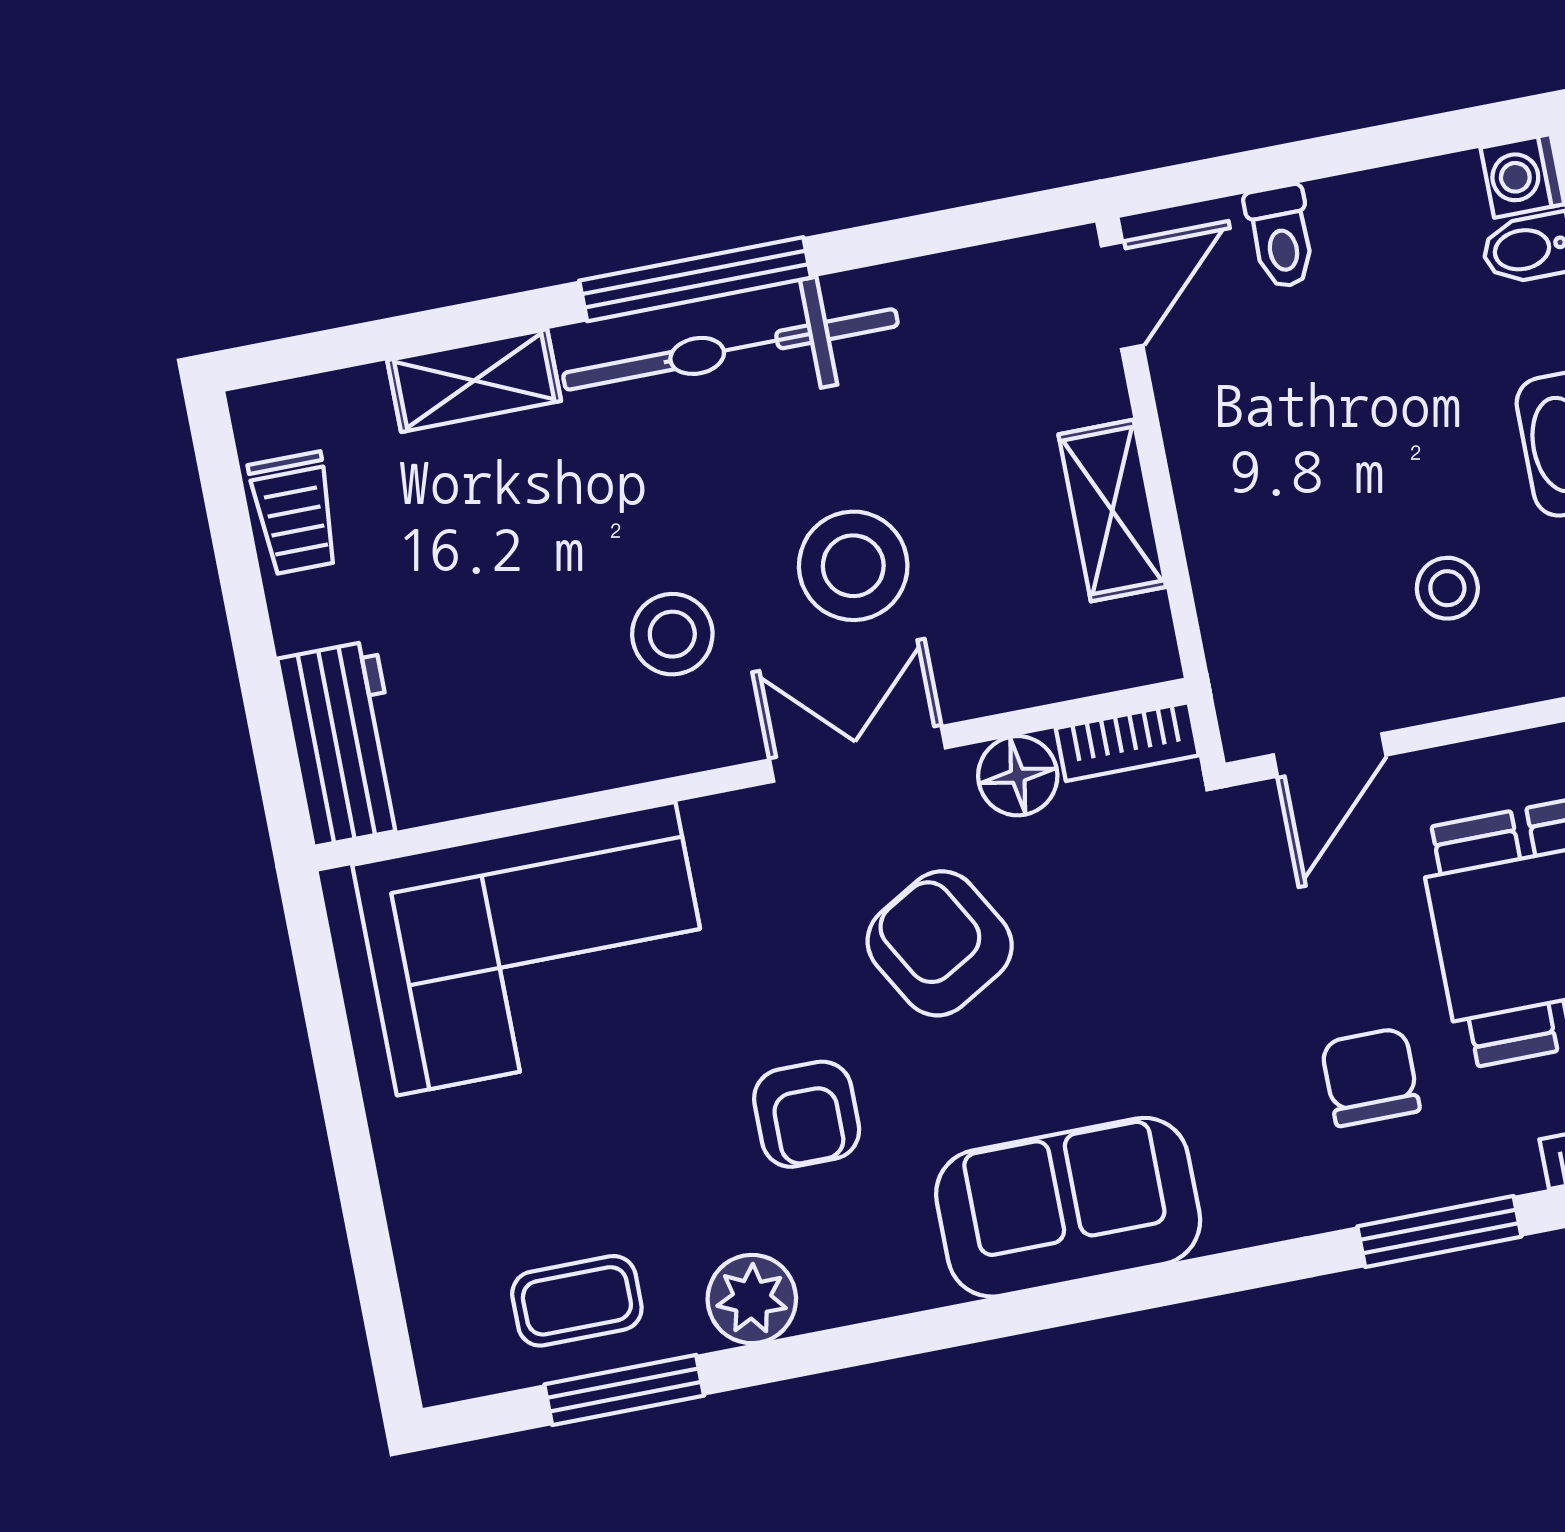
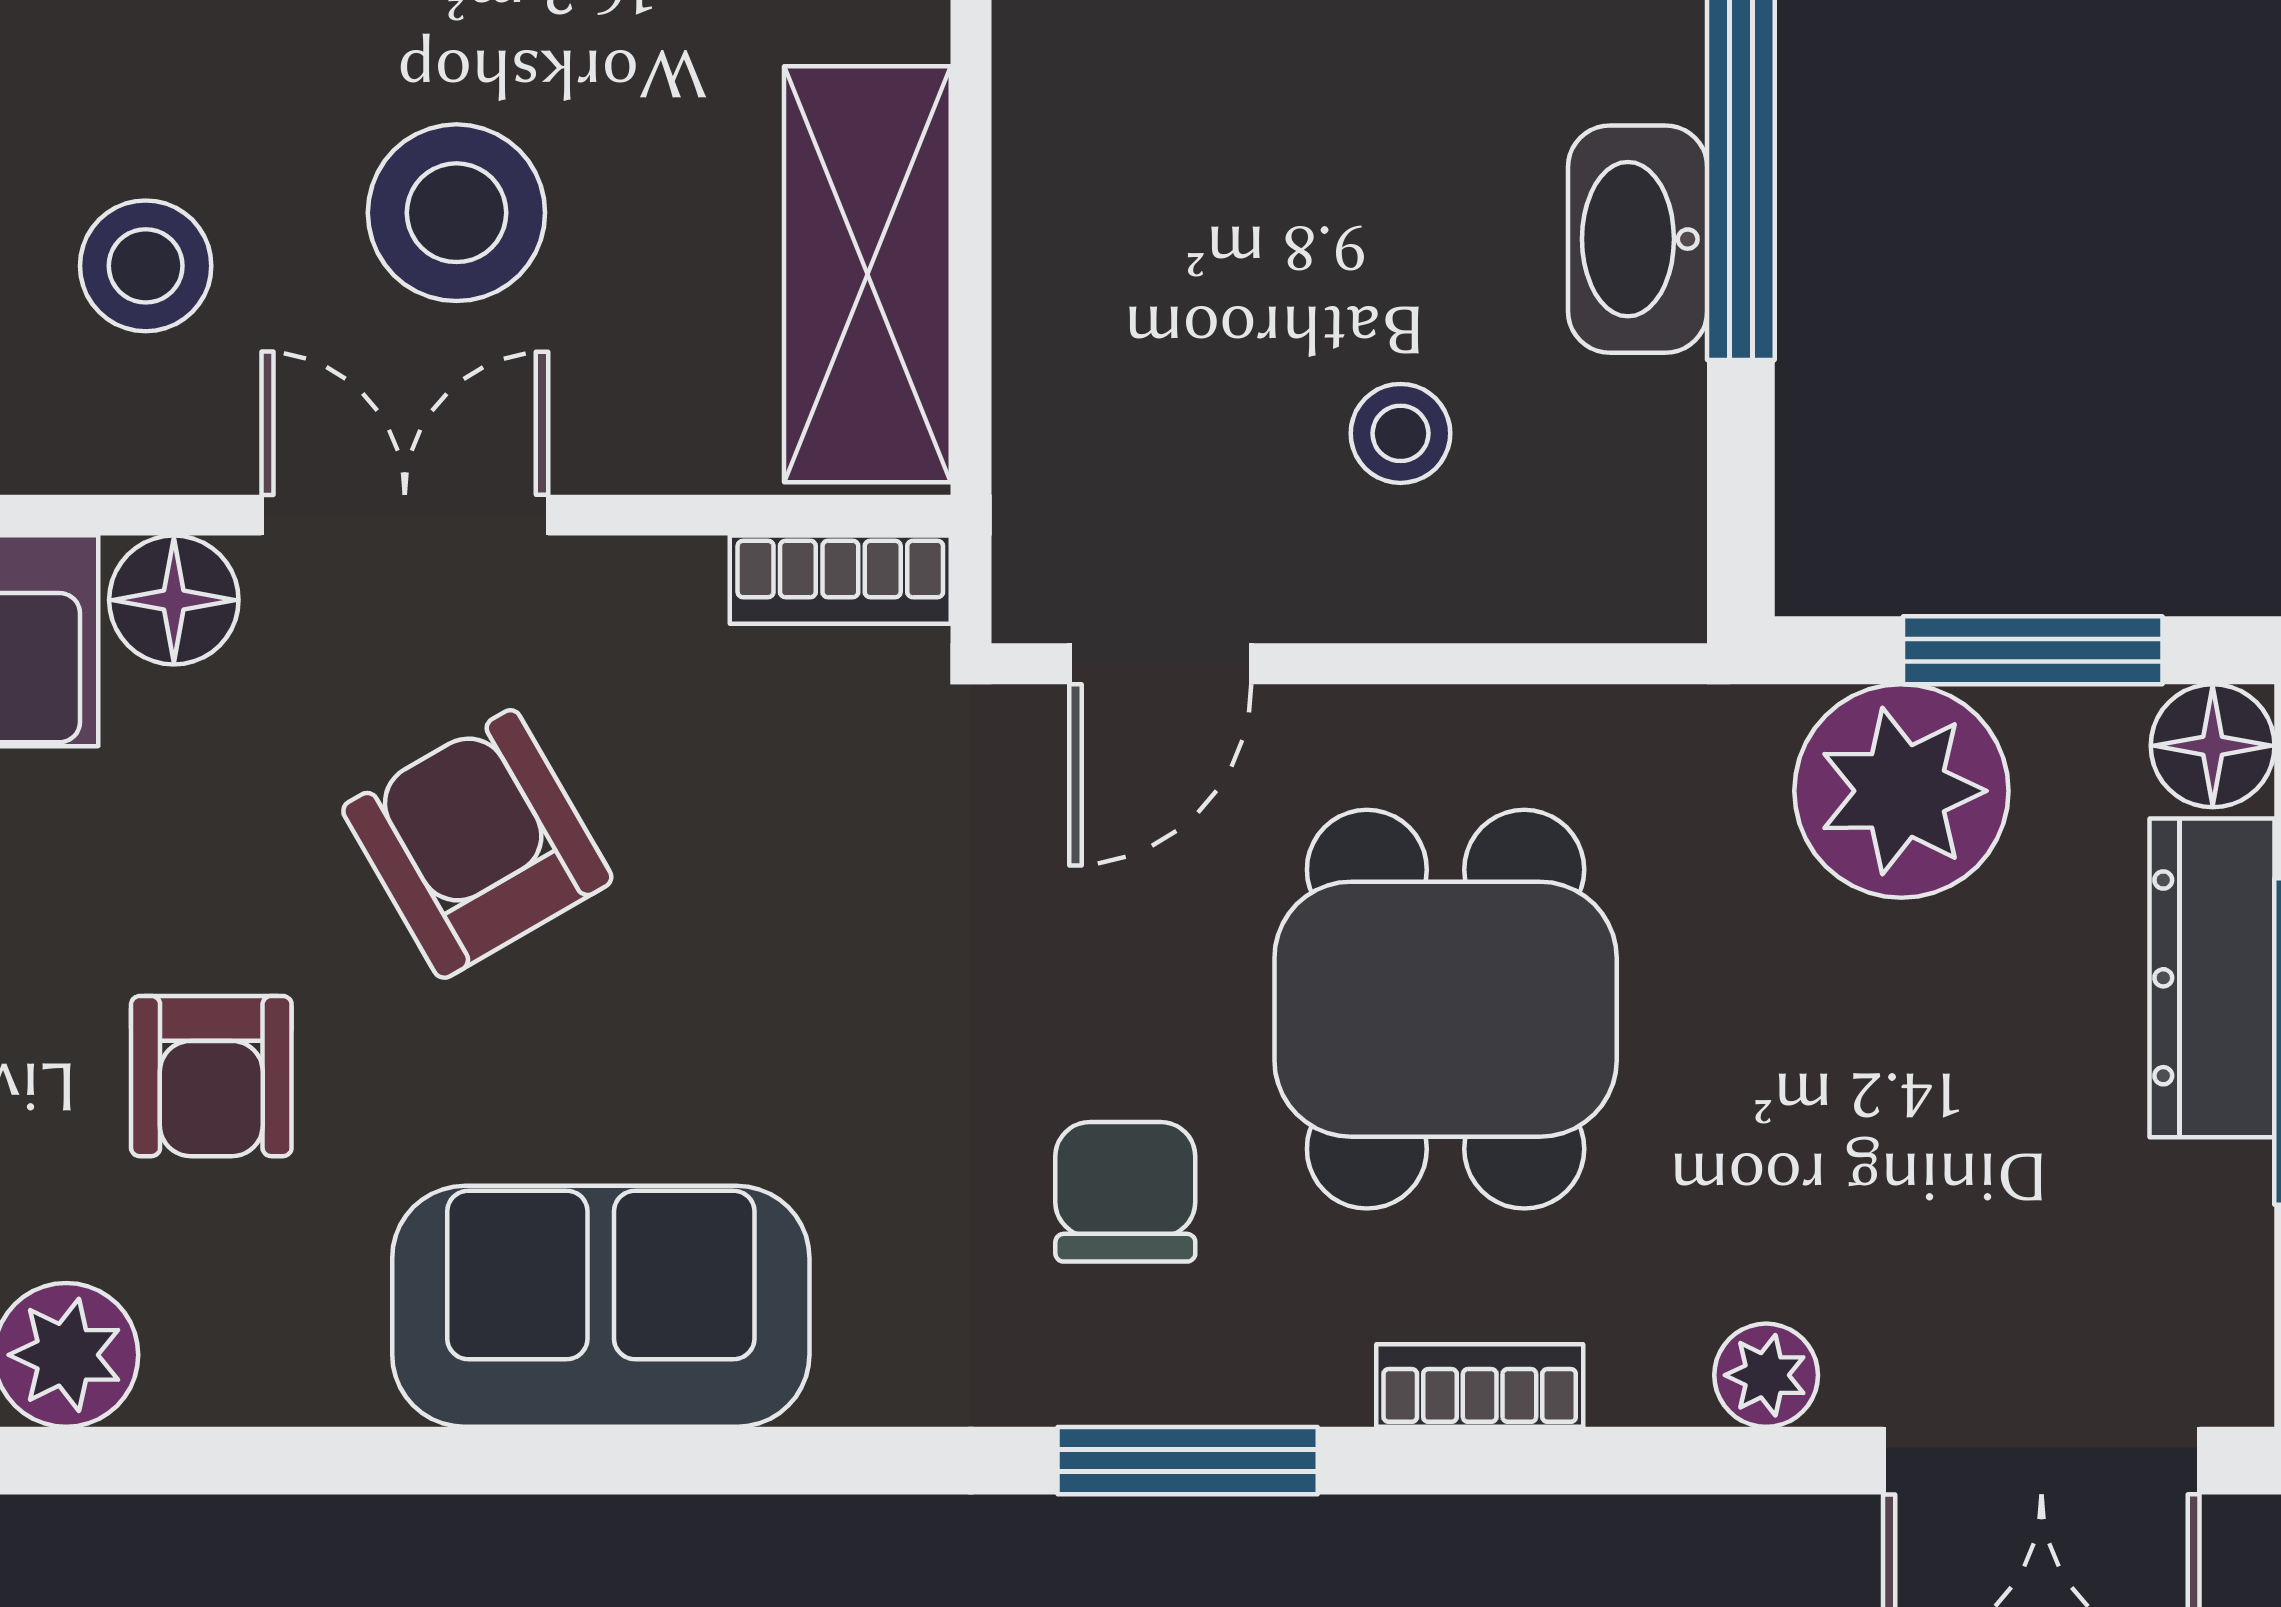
shelving: (1112, 511) -> (867, 274), width x1.50, depth x1.33
floor lamp: (1018, 776) -> (174, 600), moved

